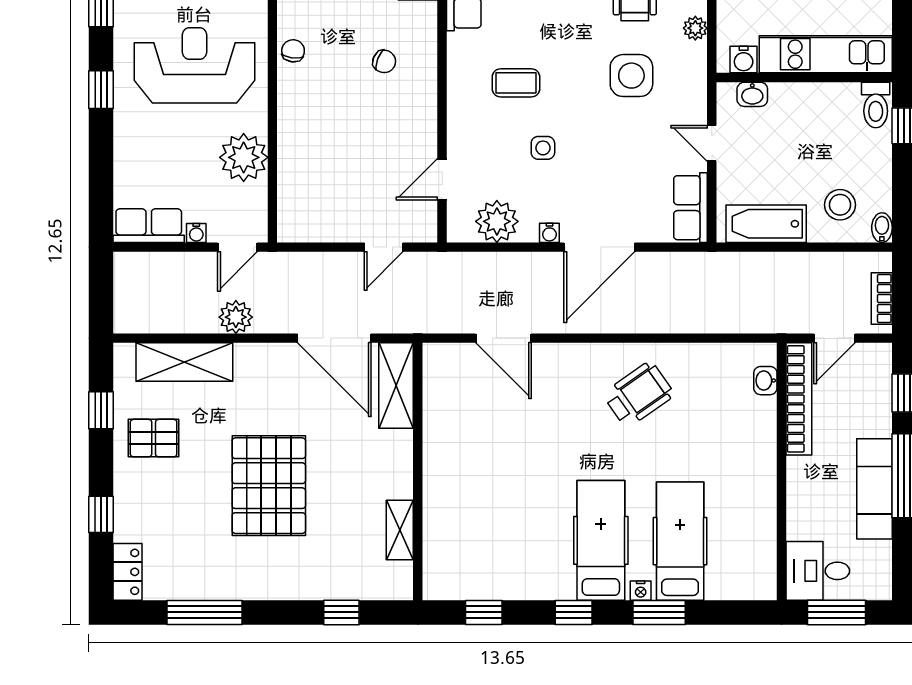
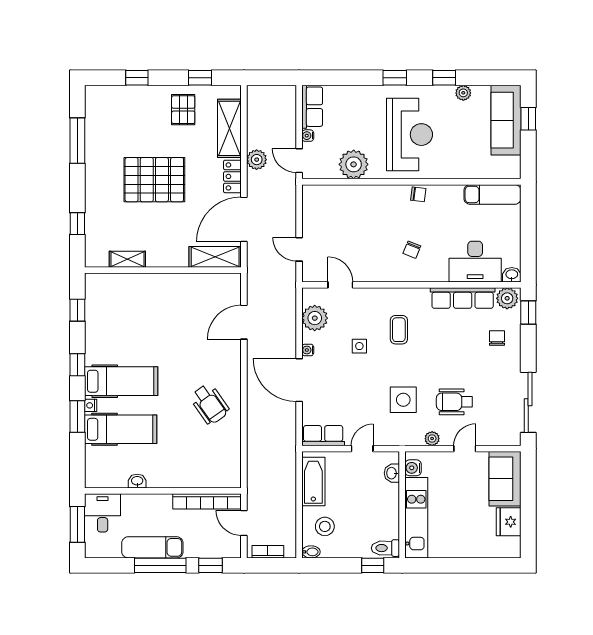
washbasin: (765, 381) -> (137, 481), moved
locker: (128, 572) -> (232, 176), moved, turned 90

